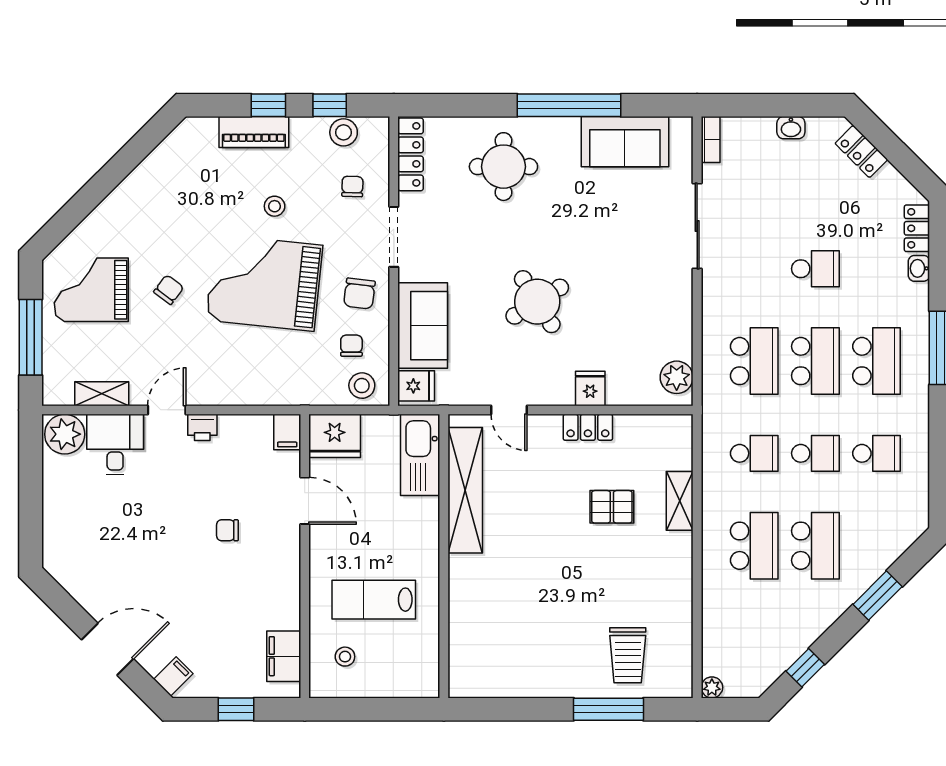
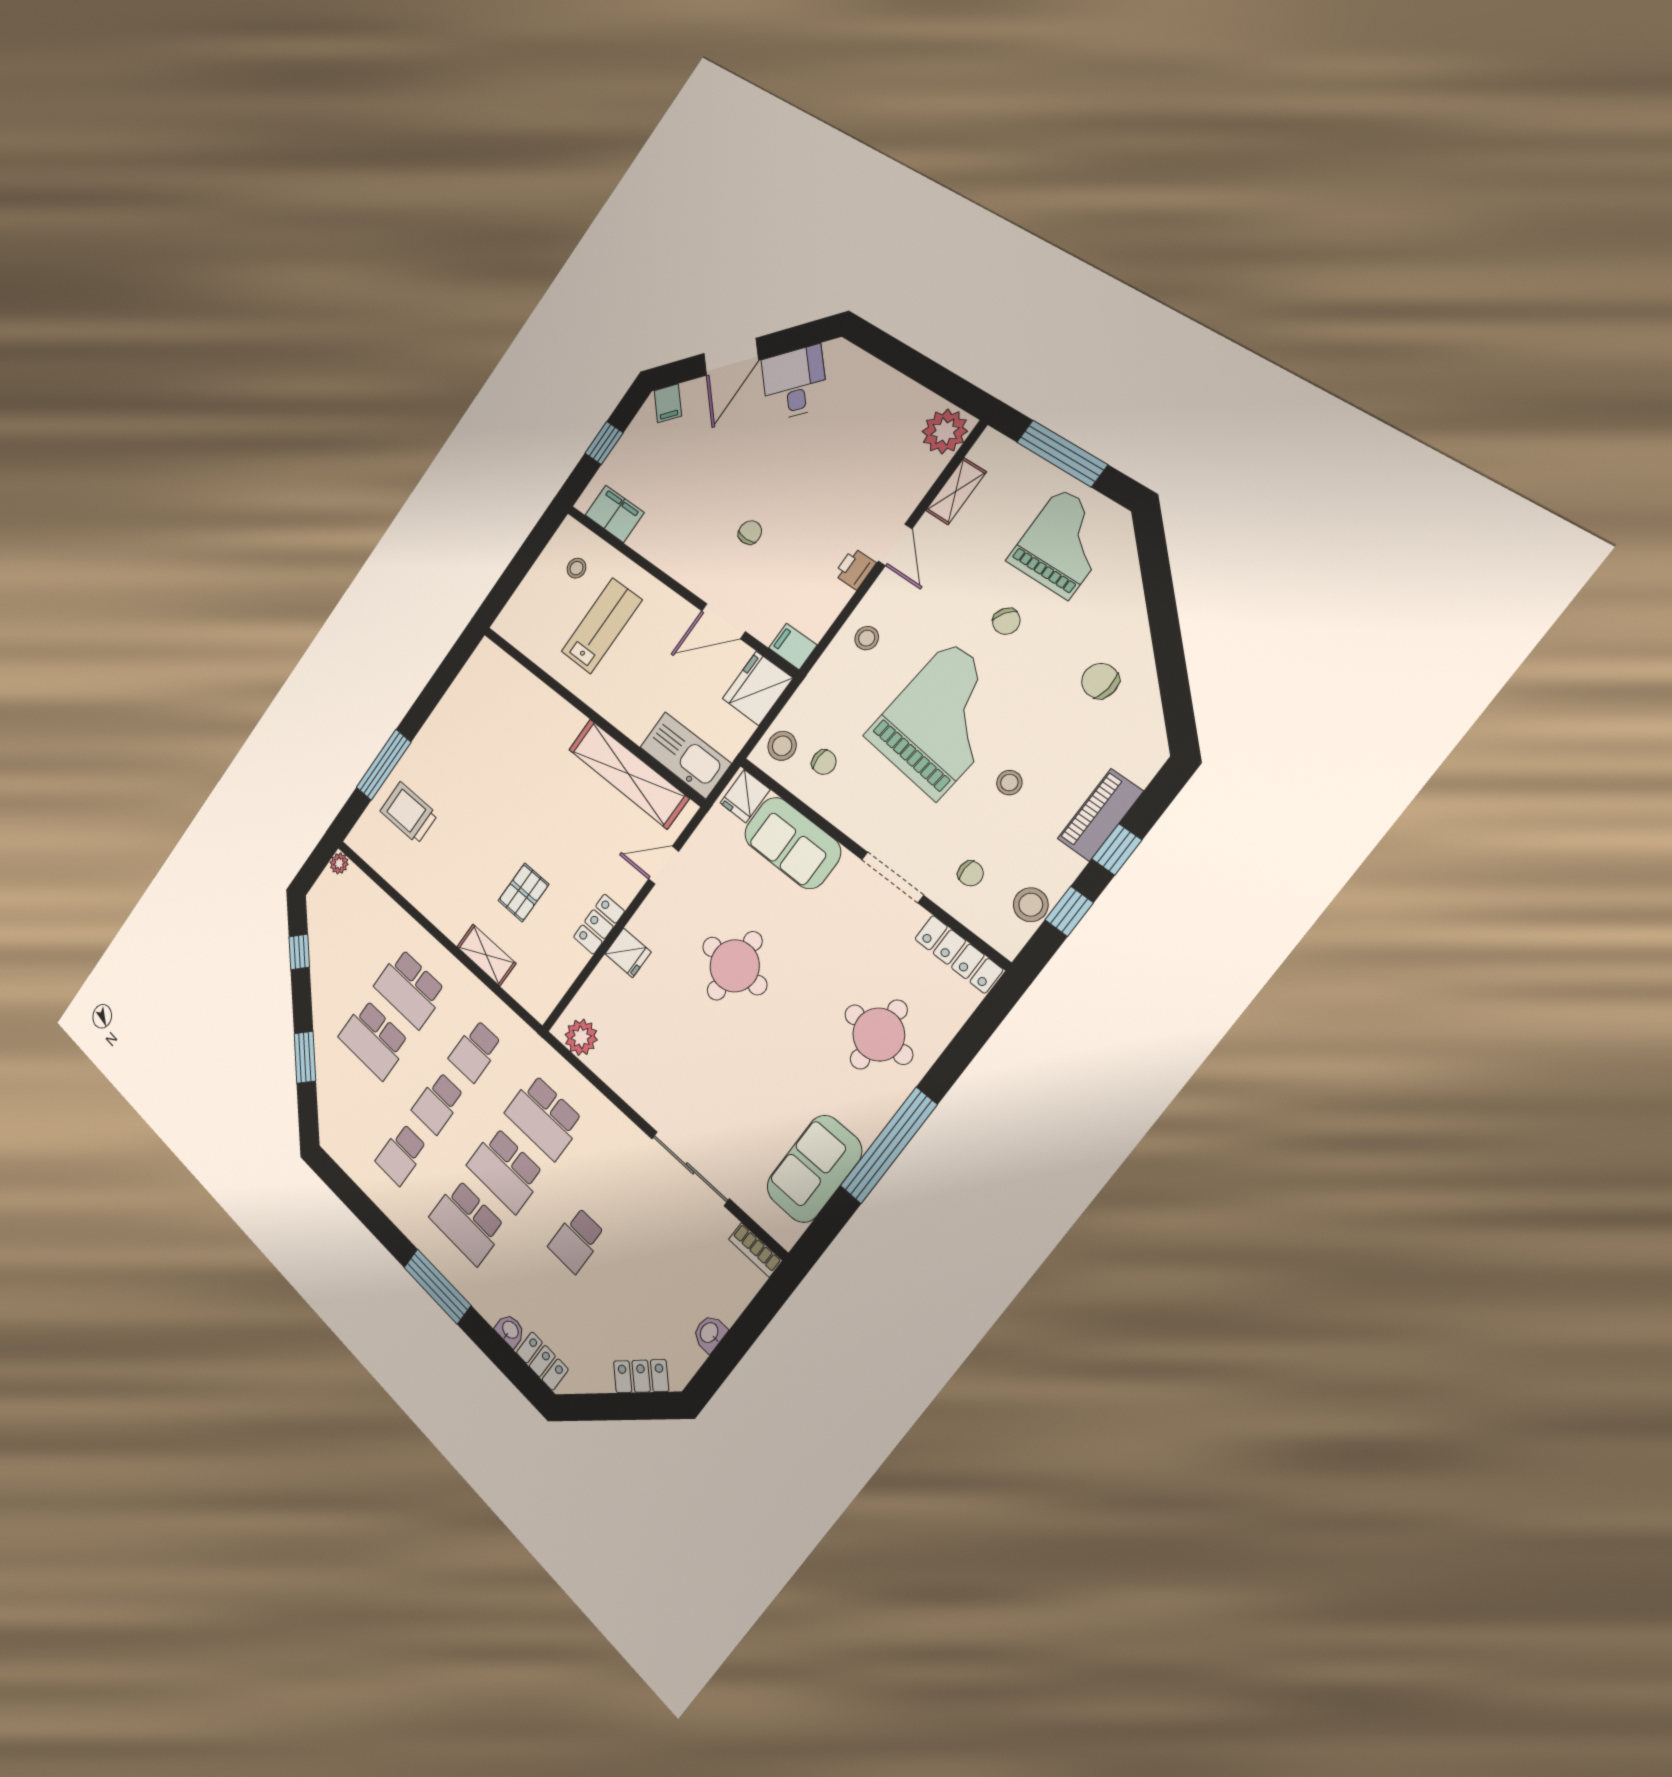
chair: (359, 293) -> (1100, 681), moved
round table: (537, 302) -> (735, 966), turned 32
stool: (245, 381) -> (867, 638), added
desk: (115, 445) -> (794, 383), moved, turned -135

